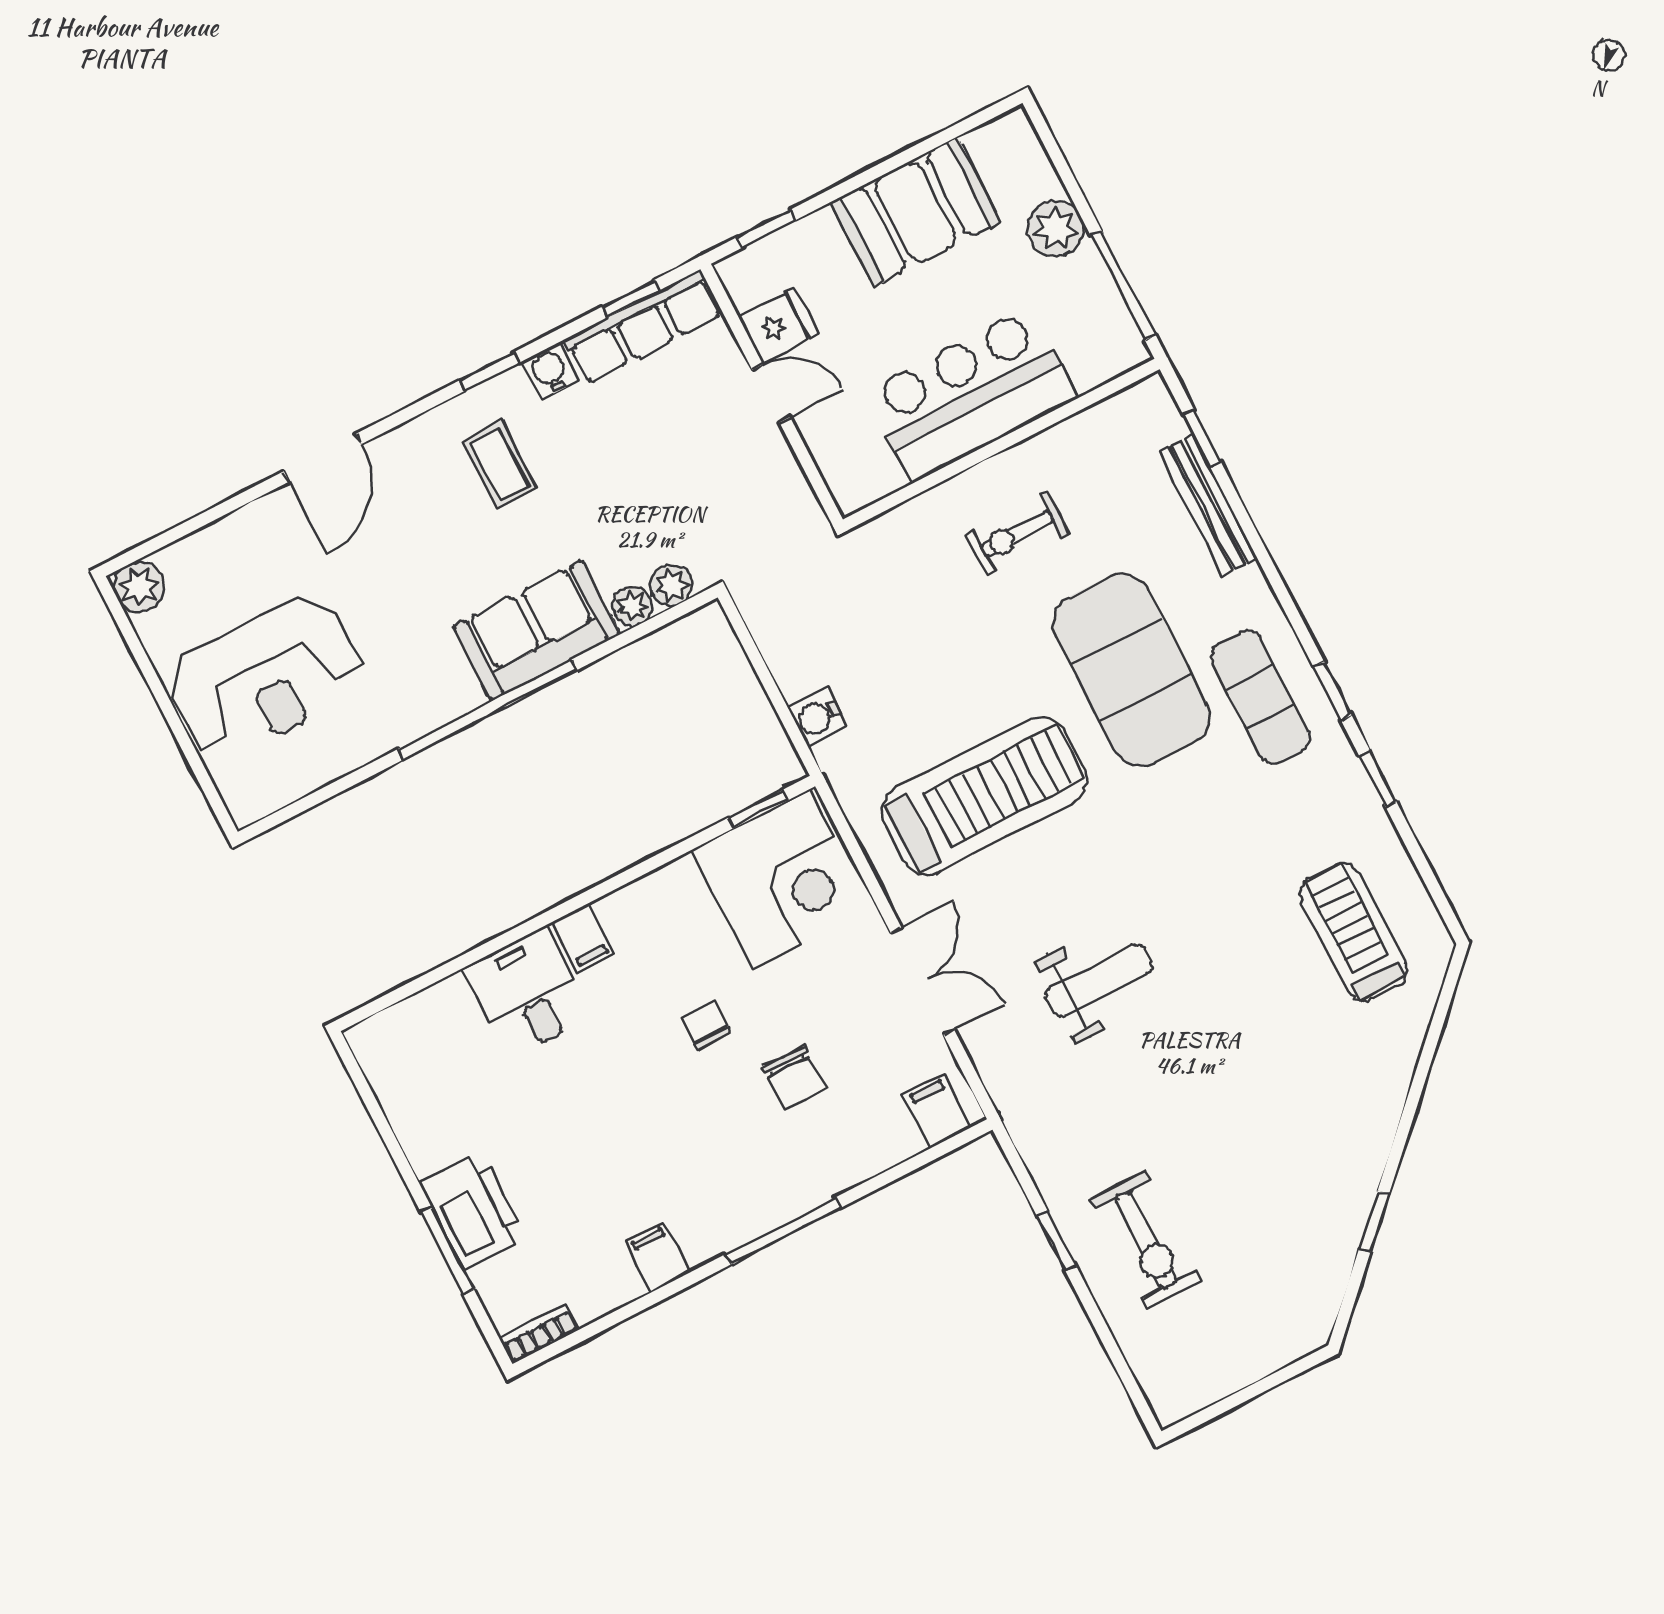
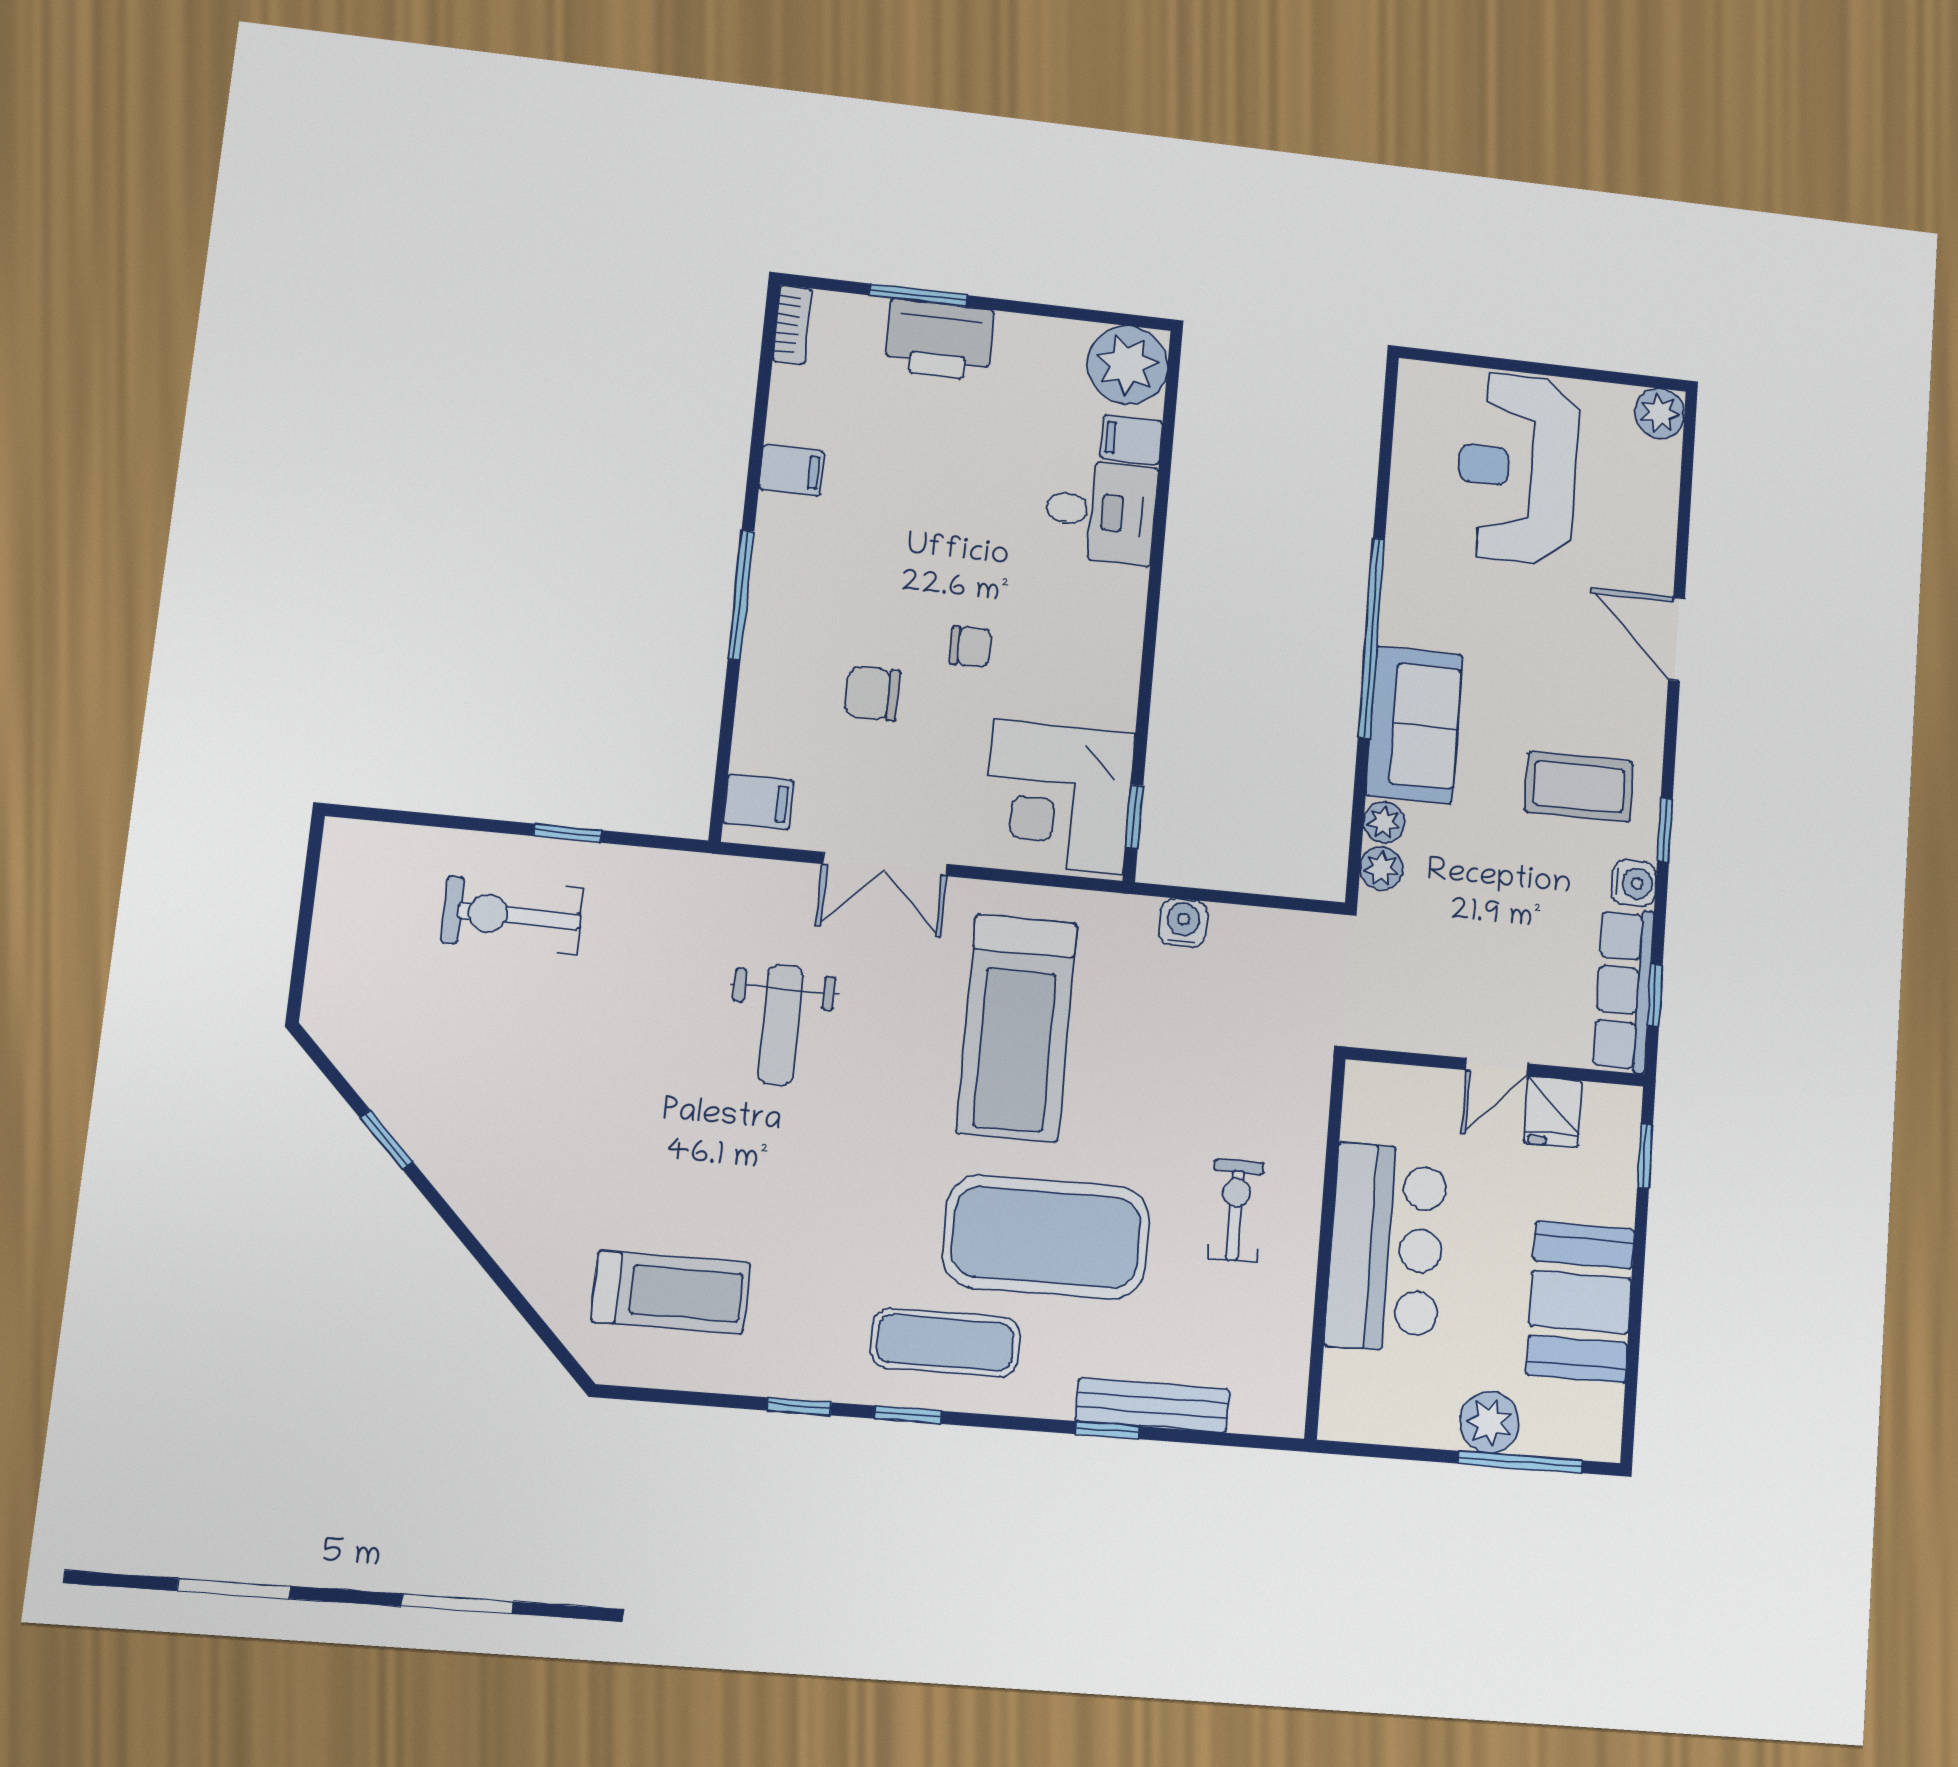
window: (1123, 286) -> (1520, 1462), moved
window: (1202, 438) -> (1107, 1430), moved
coffee table: (499, 464) -> (1579, 787), width x1.36, depth x1.30
filing cabinet: (583, 938) -> (1131, 440), moved
plant: (392, 1048) -> (1128, 365), added

